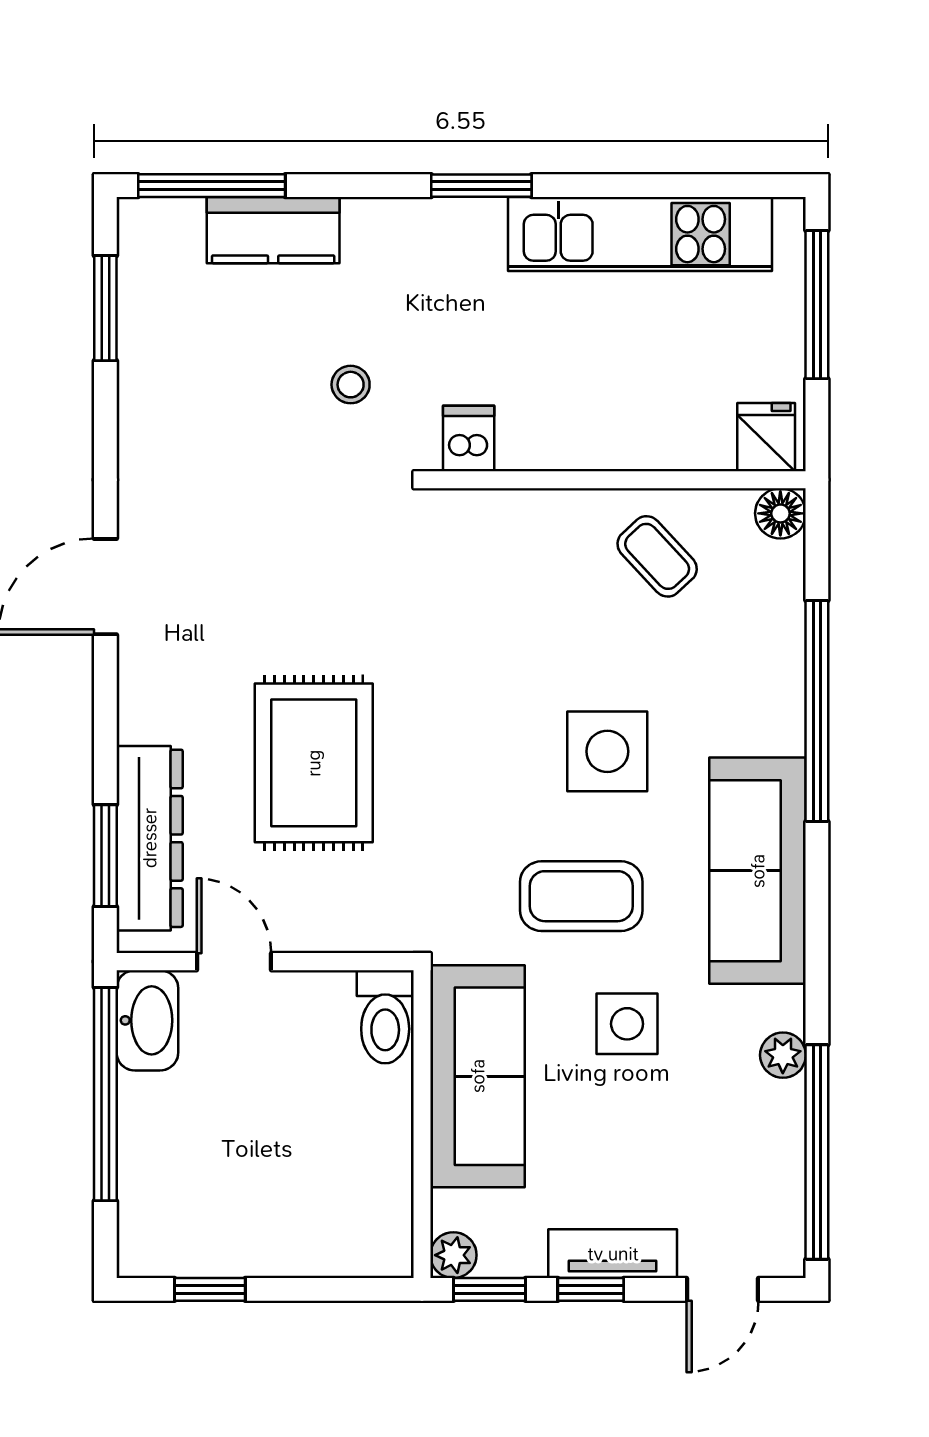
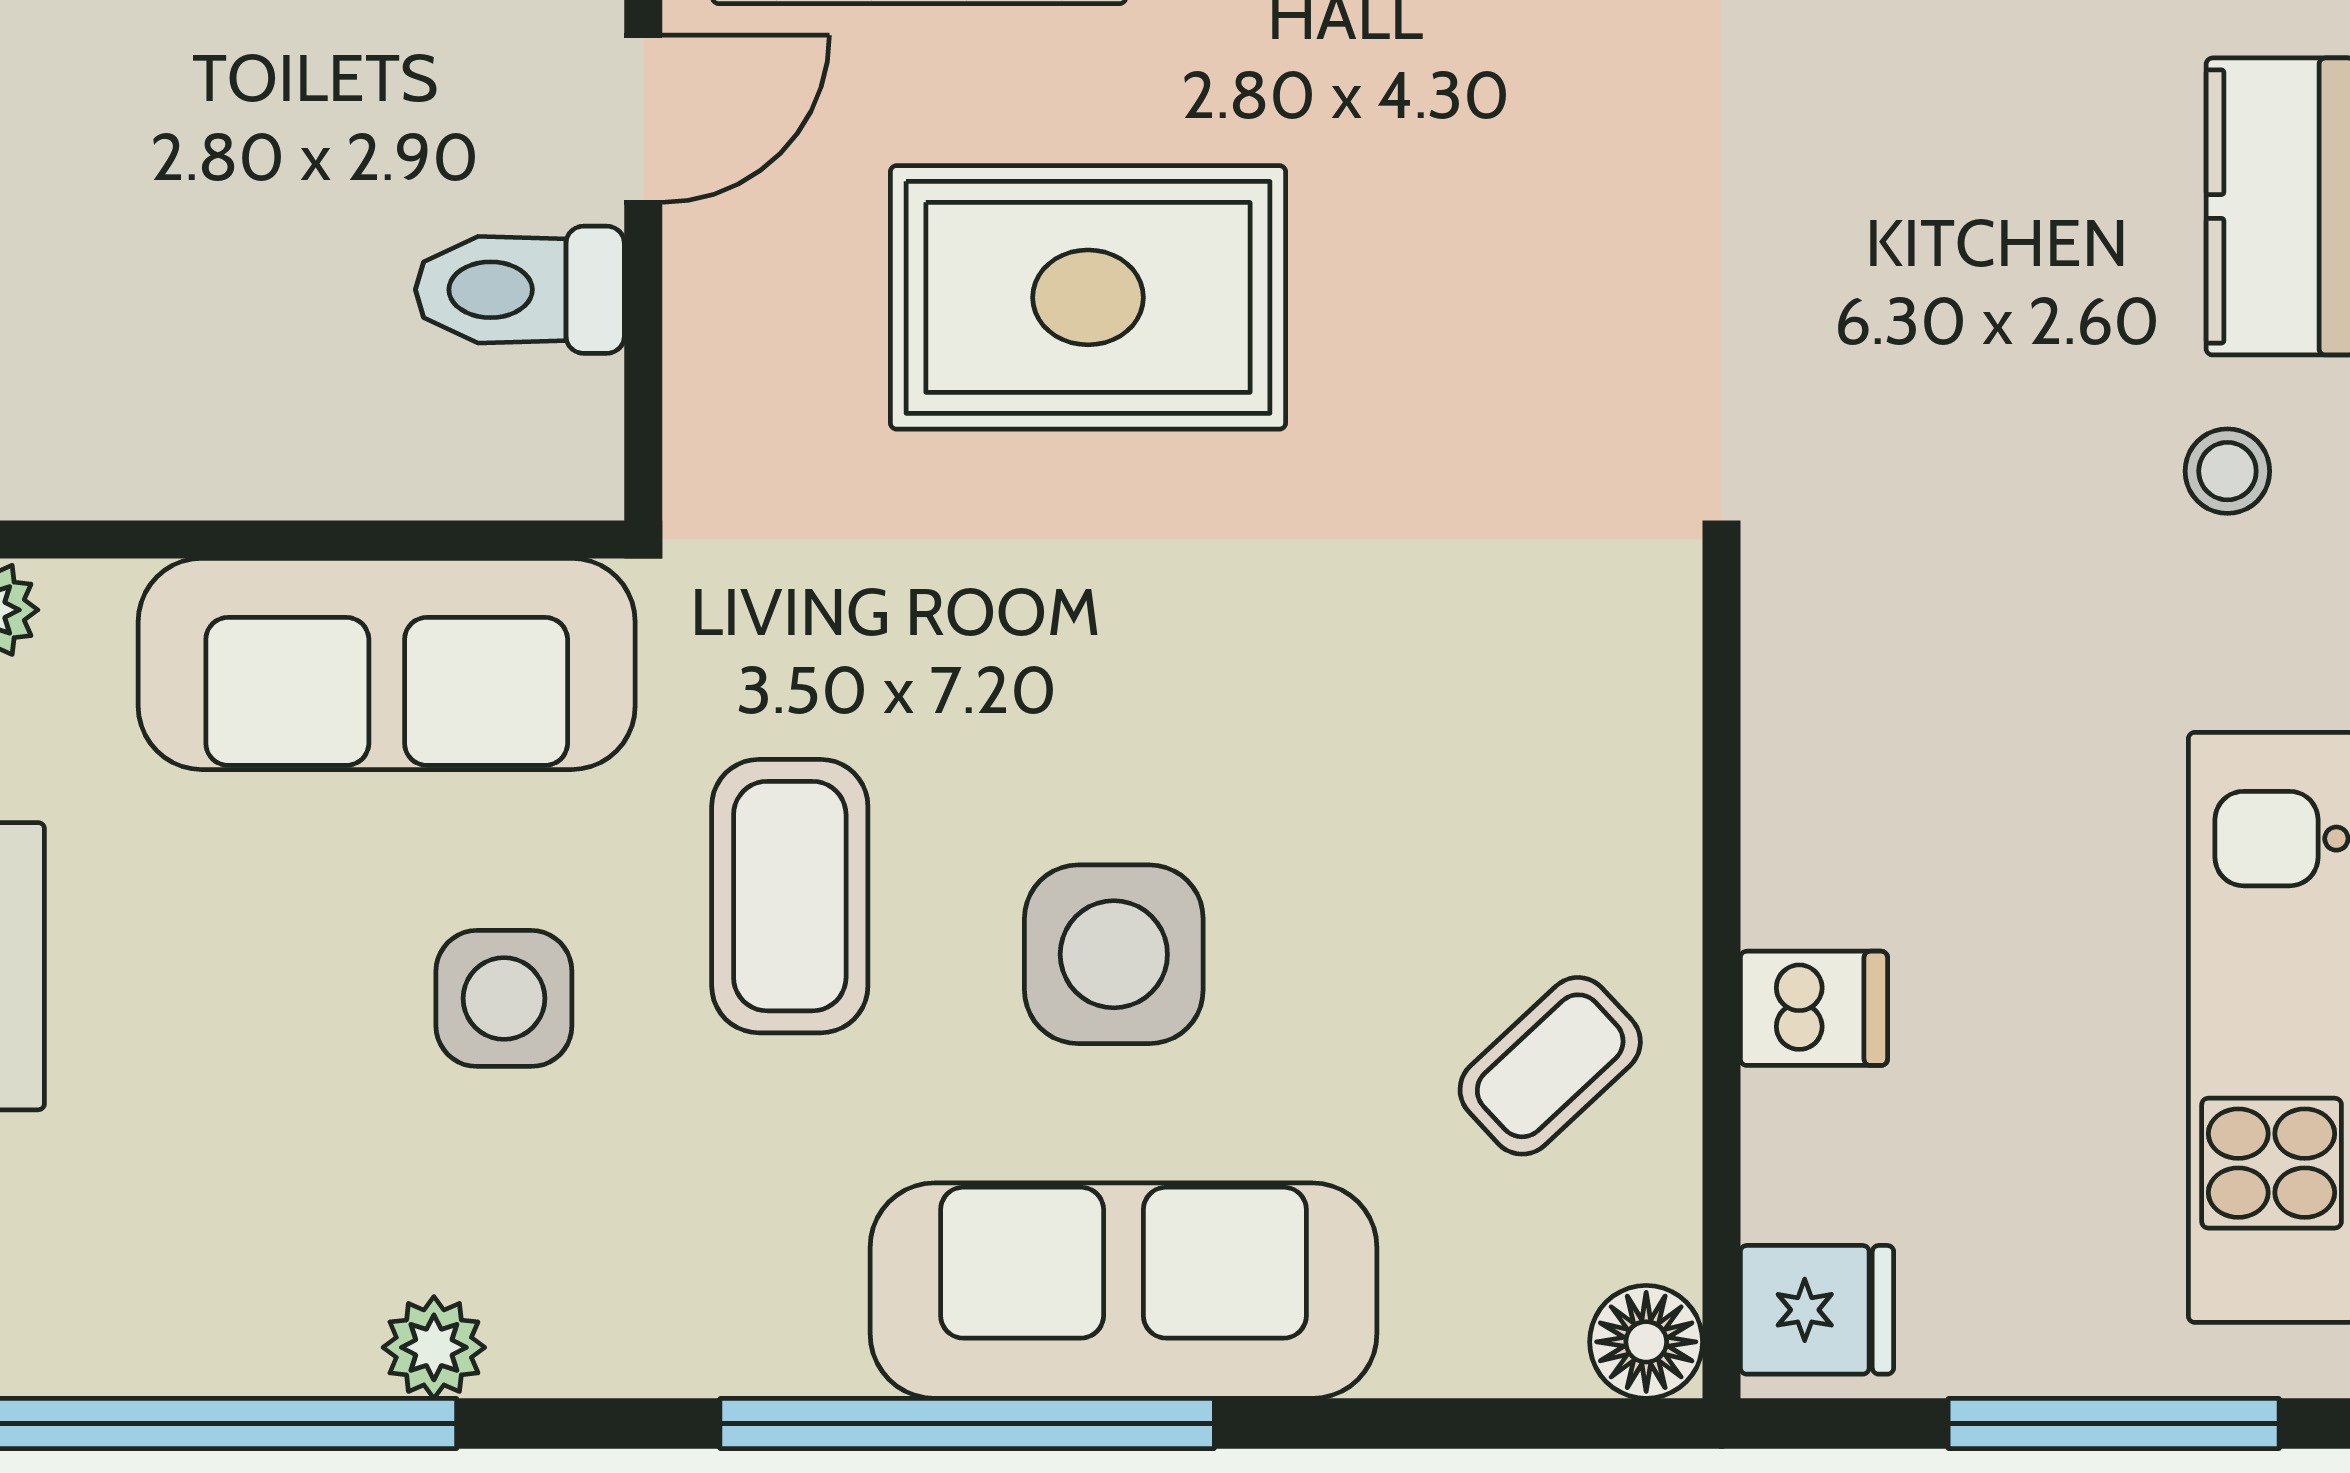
stool: (351, 385) -> (2227, 471), moved
dishwasher: (469, 439) -> (1814, 1008), moved
window: (817, 711) -> (967, 1423), moved
sofa: (758, 871) -> (1123, 1291), moved
toilet: (385, 1017) -> (520, 290), moved

